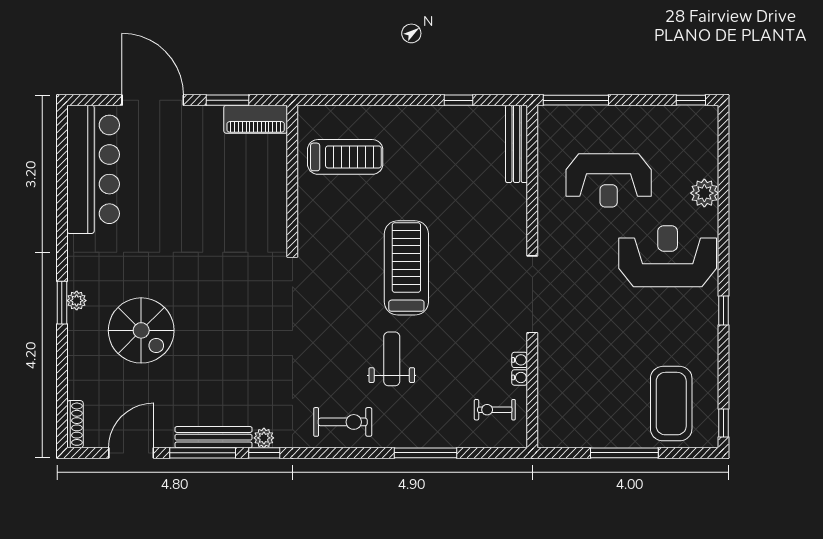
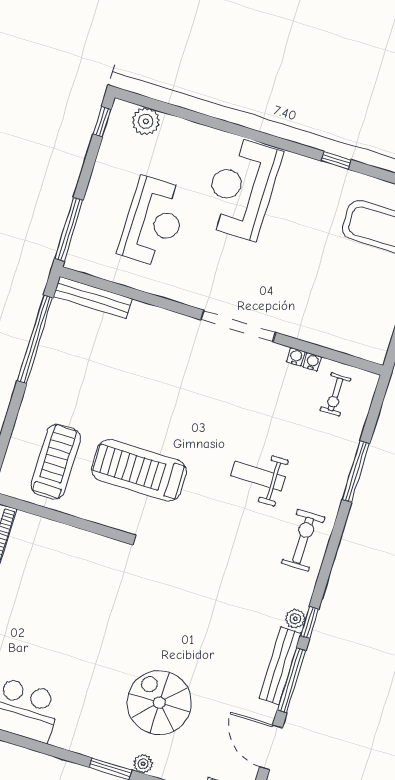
window: (458, 100) -> (35, 339), width x3.17
plant: (704, 193) -> (146, 121), moved
treadmill: (406, 268) -> (139, 470), moved
plant: (77, 301) -> (143, 764), moved
window: (723, 310) -> (336, 160), moved
spiral stairs: (141, 330) -> (159, 703), turned -90

